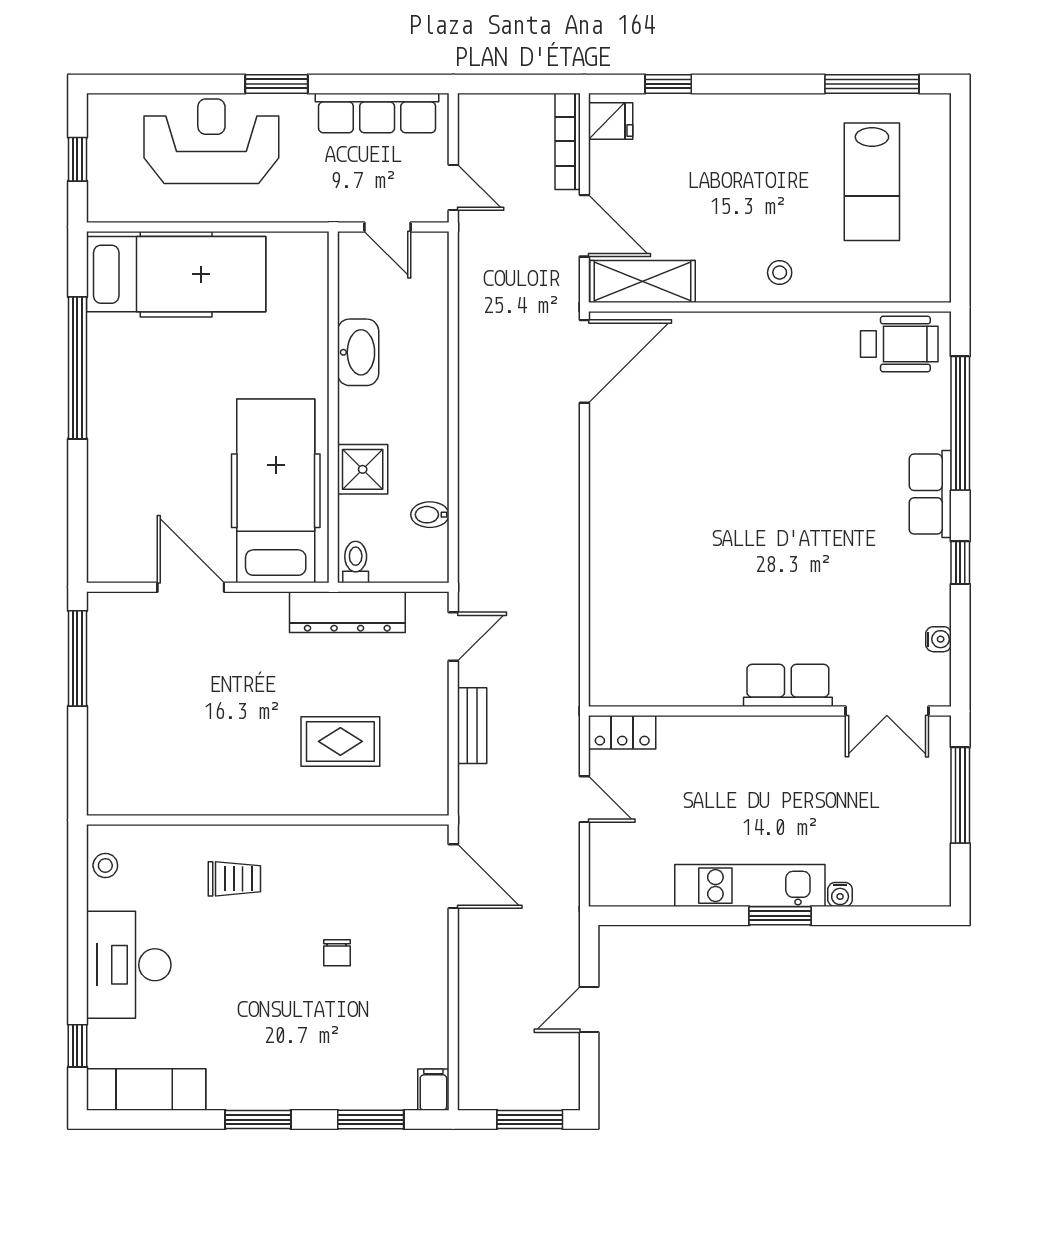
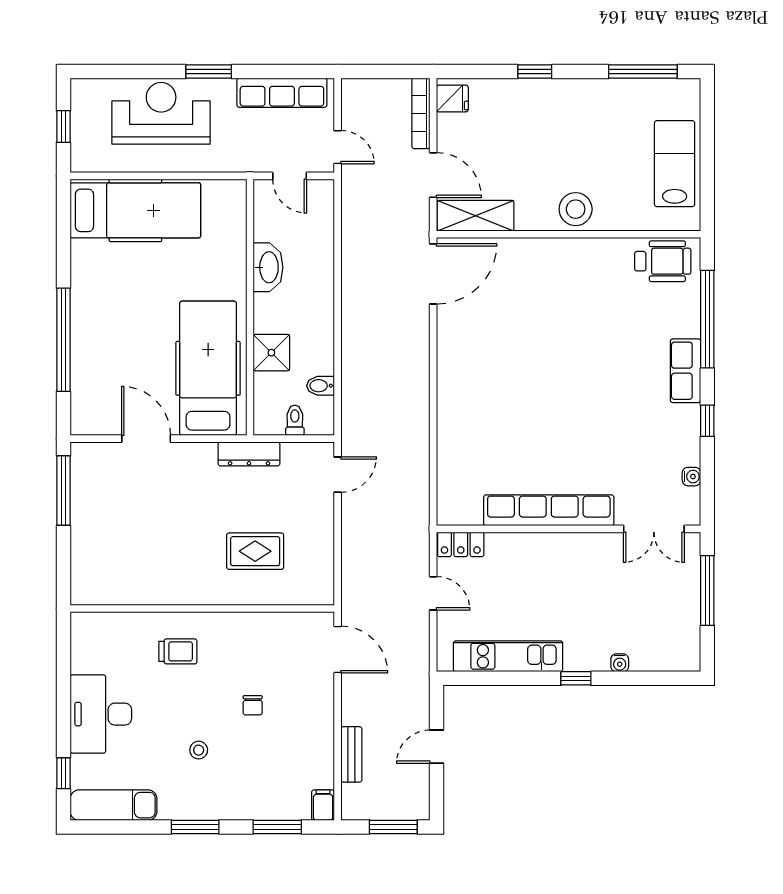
window: (668, 84) -> (535, 72), moved
lab bench: (872, 182) -> (675, 164), moved, turned 180
stool: (780, 273) -> (576, 209), width x1.89, depth x1.89
window: (77, 368) -> (63, 340), moved
toilet: (356, 562) -> (295, 420), moved
dresser: (347, 612) -> (249, 454), width x0.73, depth x0.80
row of seats: (788, 685) -> (549, 510), width x2.02
bench: (472, 726) -> (351, 754), moved
stool: (105, 866) -> (199, 750), moved
kitchen unit: (750, 886) -> (508, 656), moved
window: (780, 916) -> (576, 678), width x0.67

